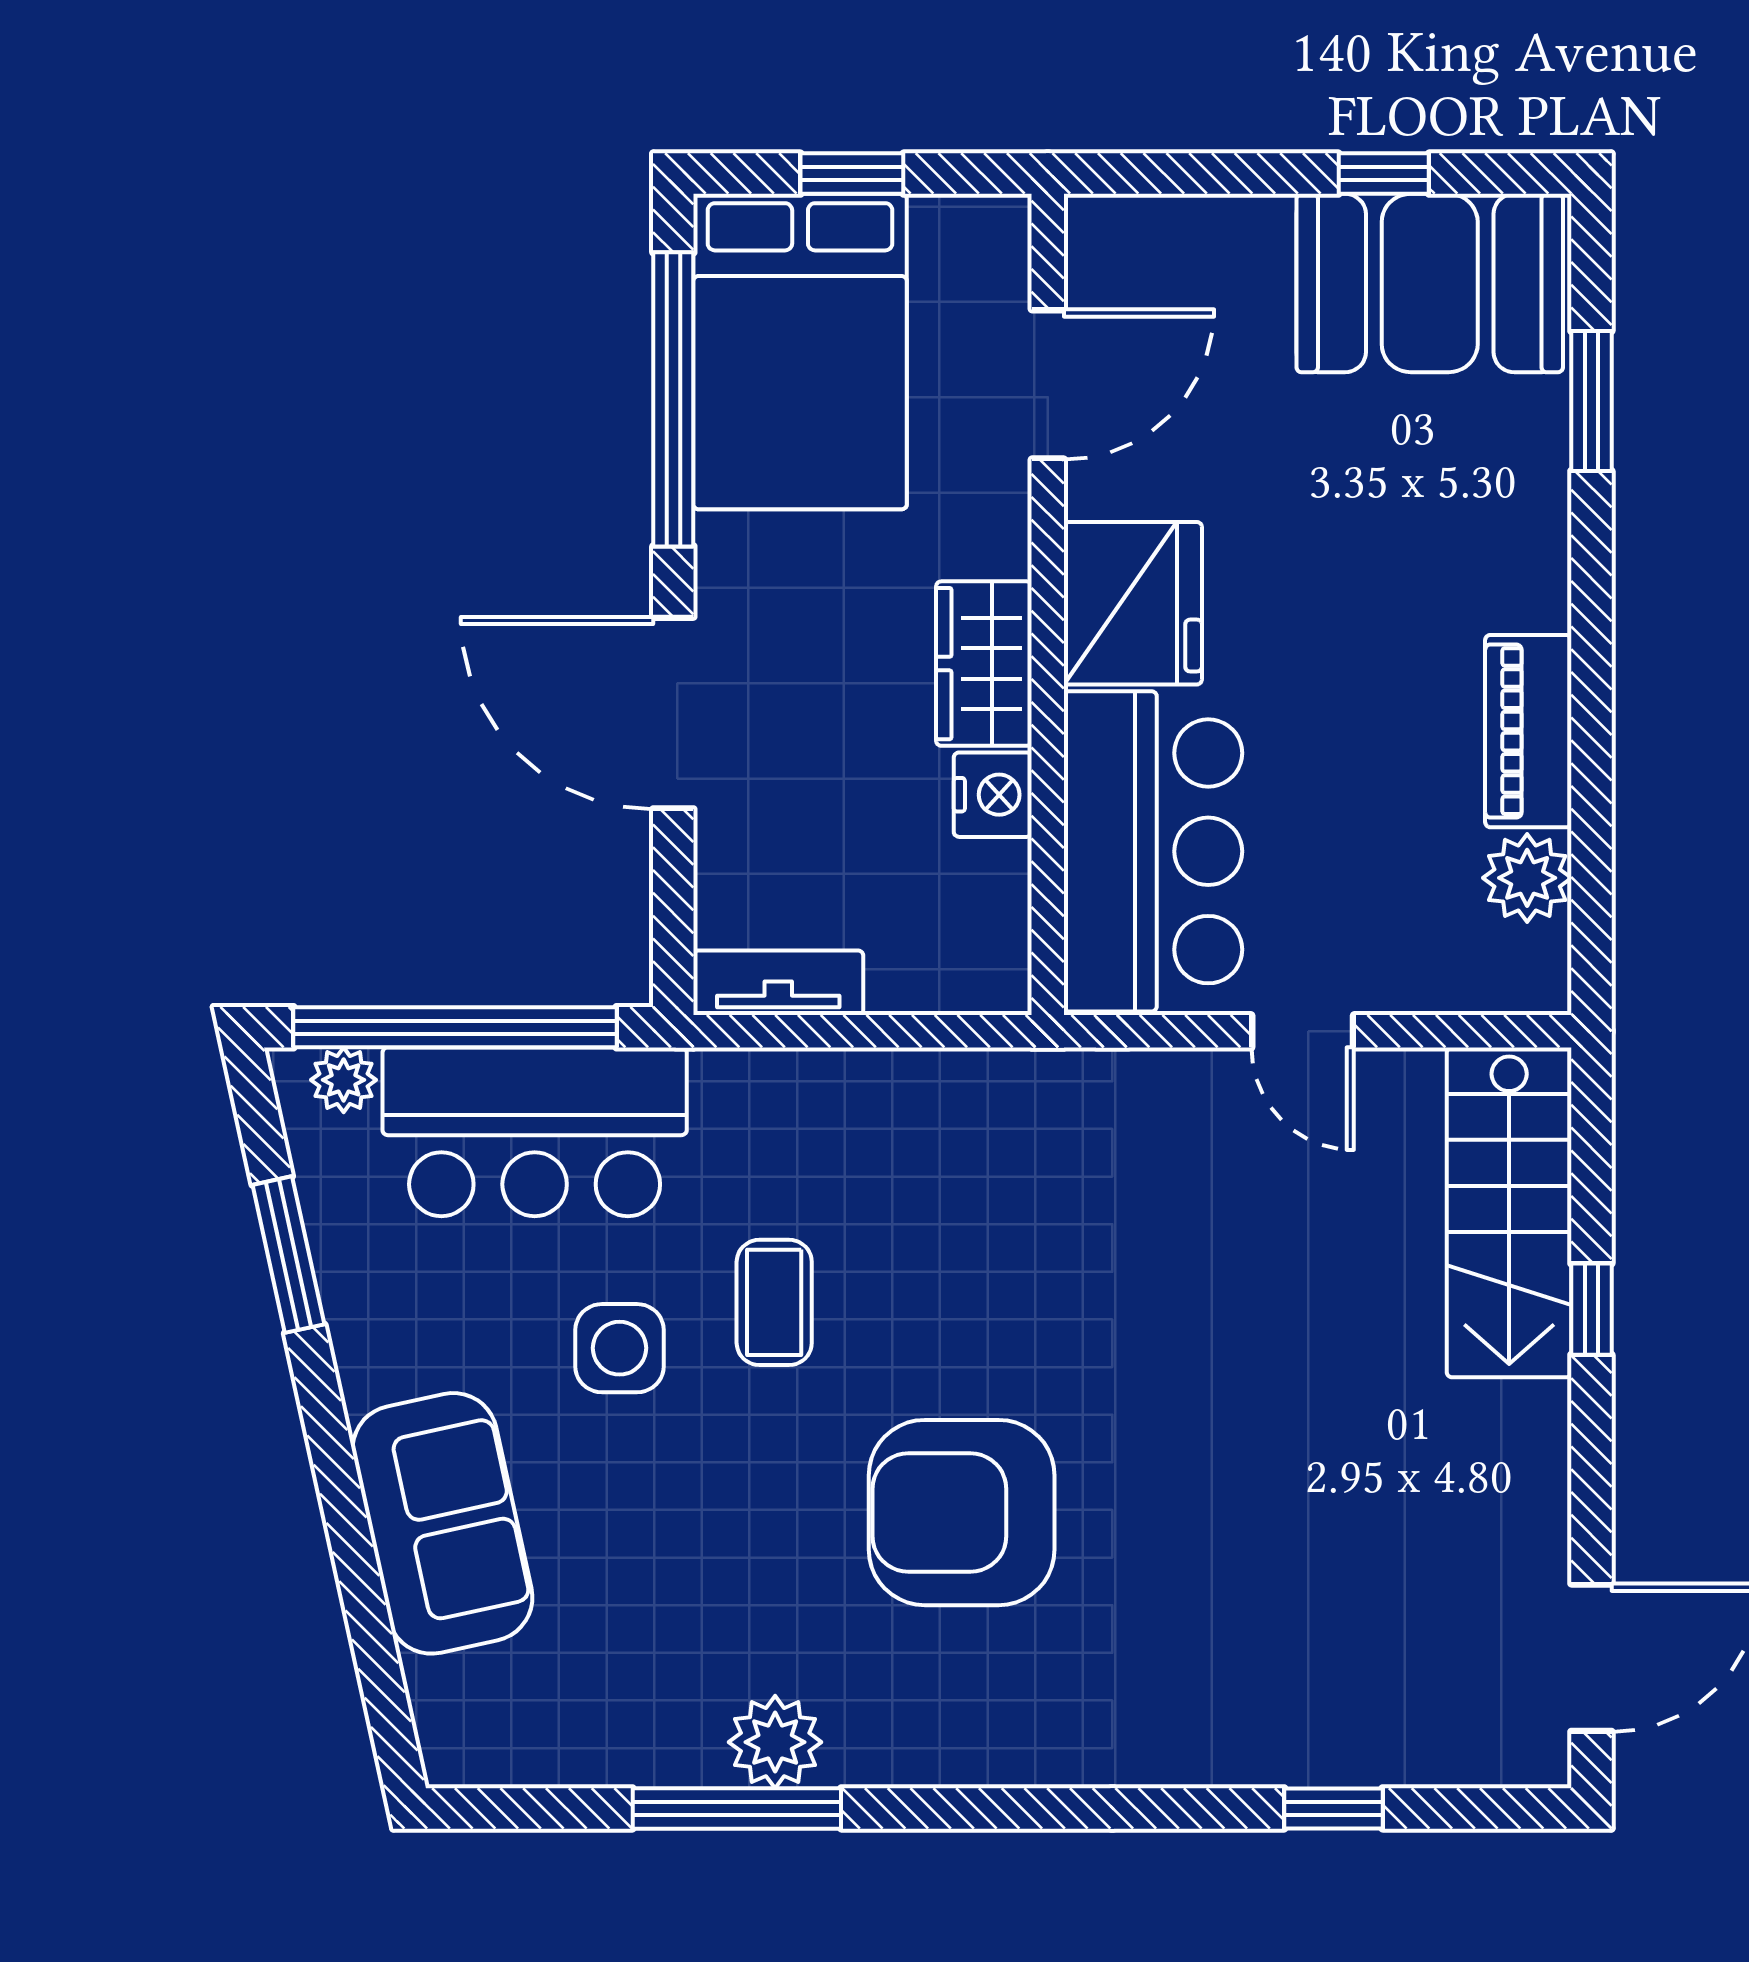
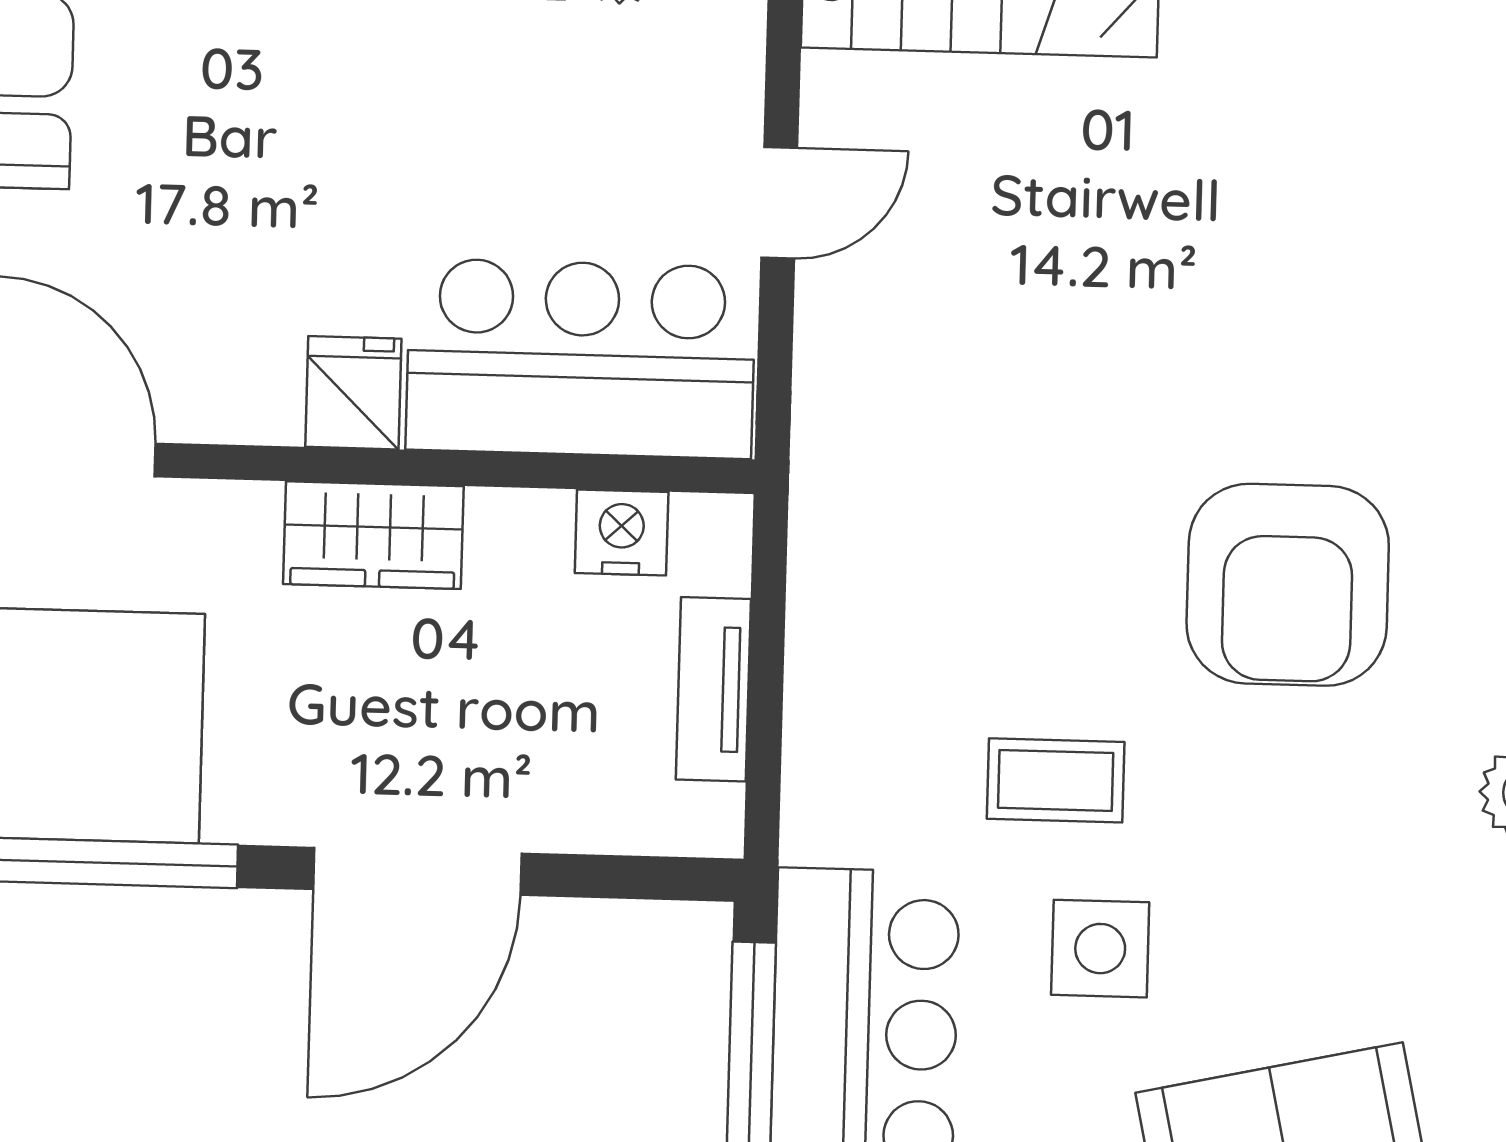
fridge: (1133, 603) -> (353, 393), width x0.53, depth x0.75
nightstand: (993, 795) -> (622, 532), moved
tv unit: (778, 983) -> (713, 689), moved

